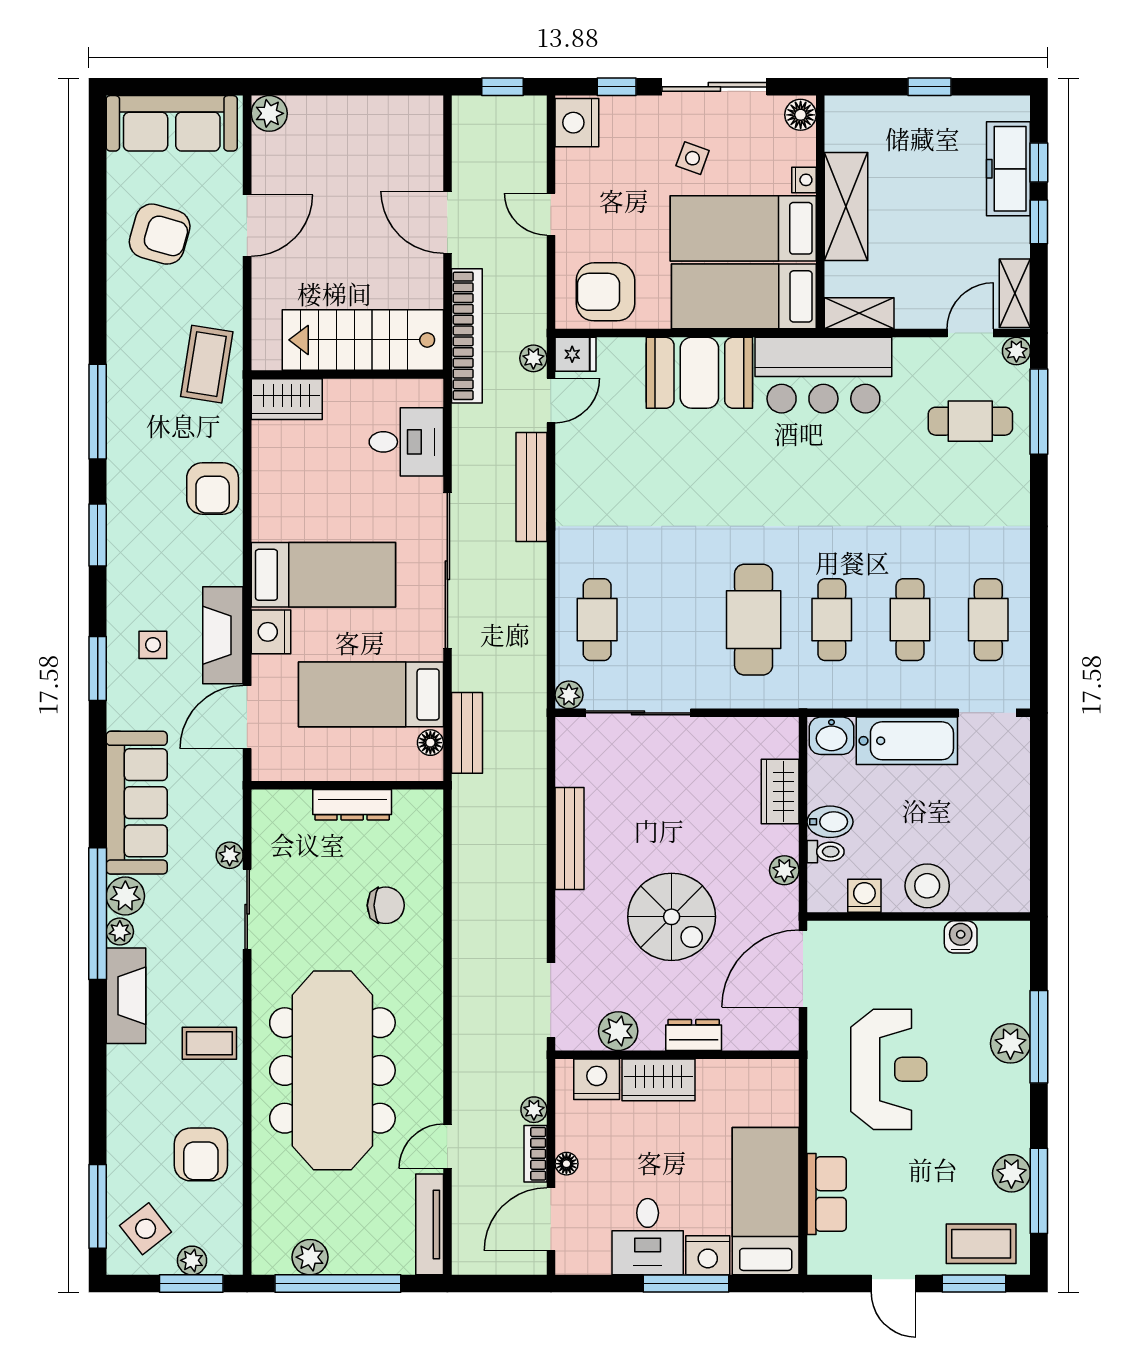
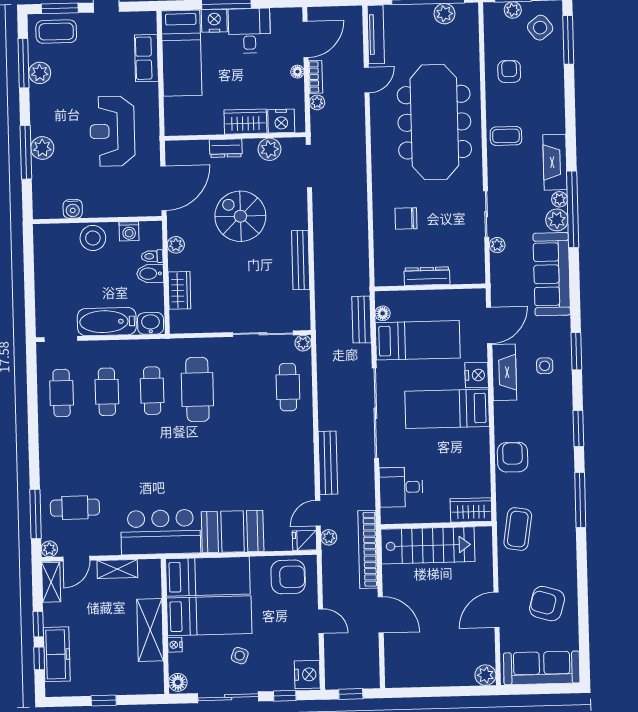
shelving: (859, 313) -> (117, 569), moved
armchair: (201, 1154) -> (509, 71), width x0.72, depth x0.72

